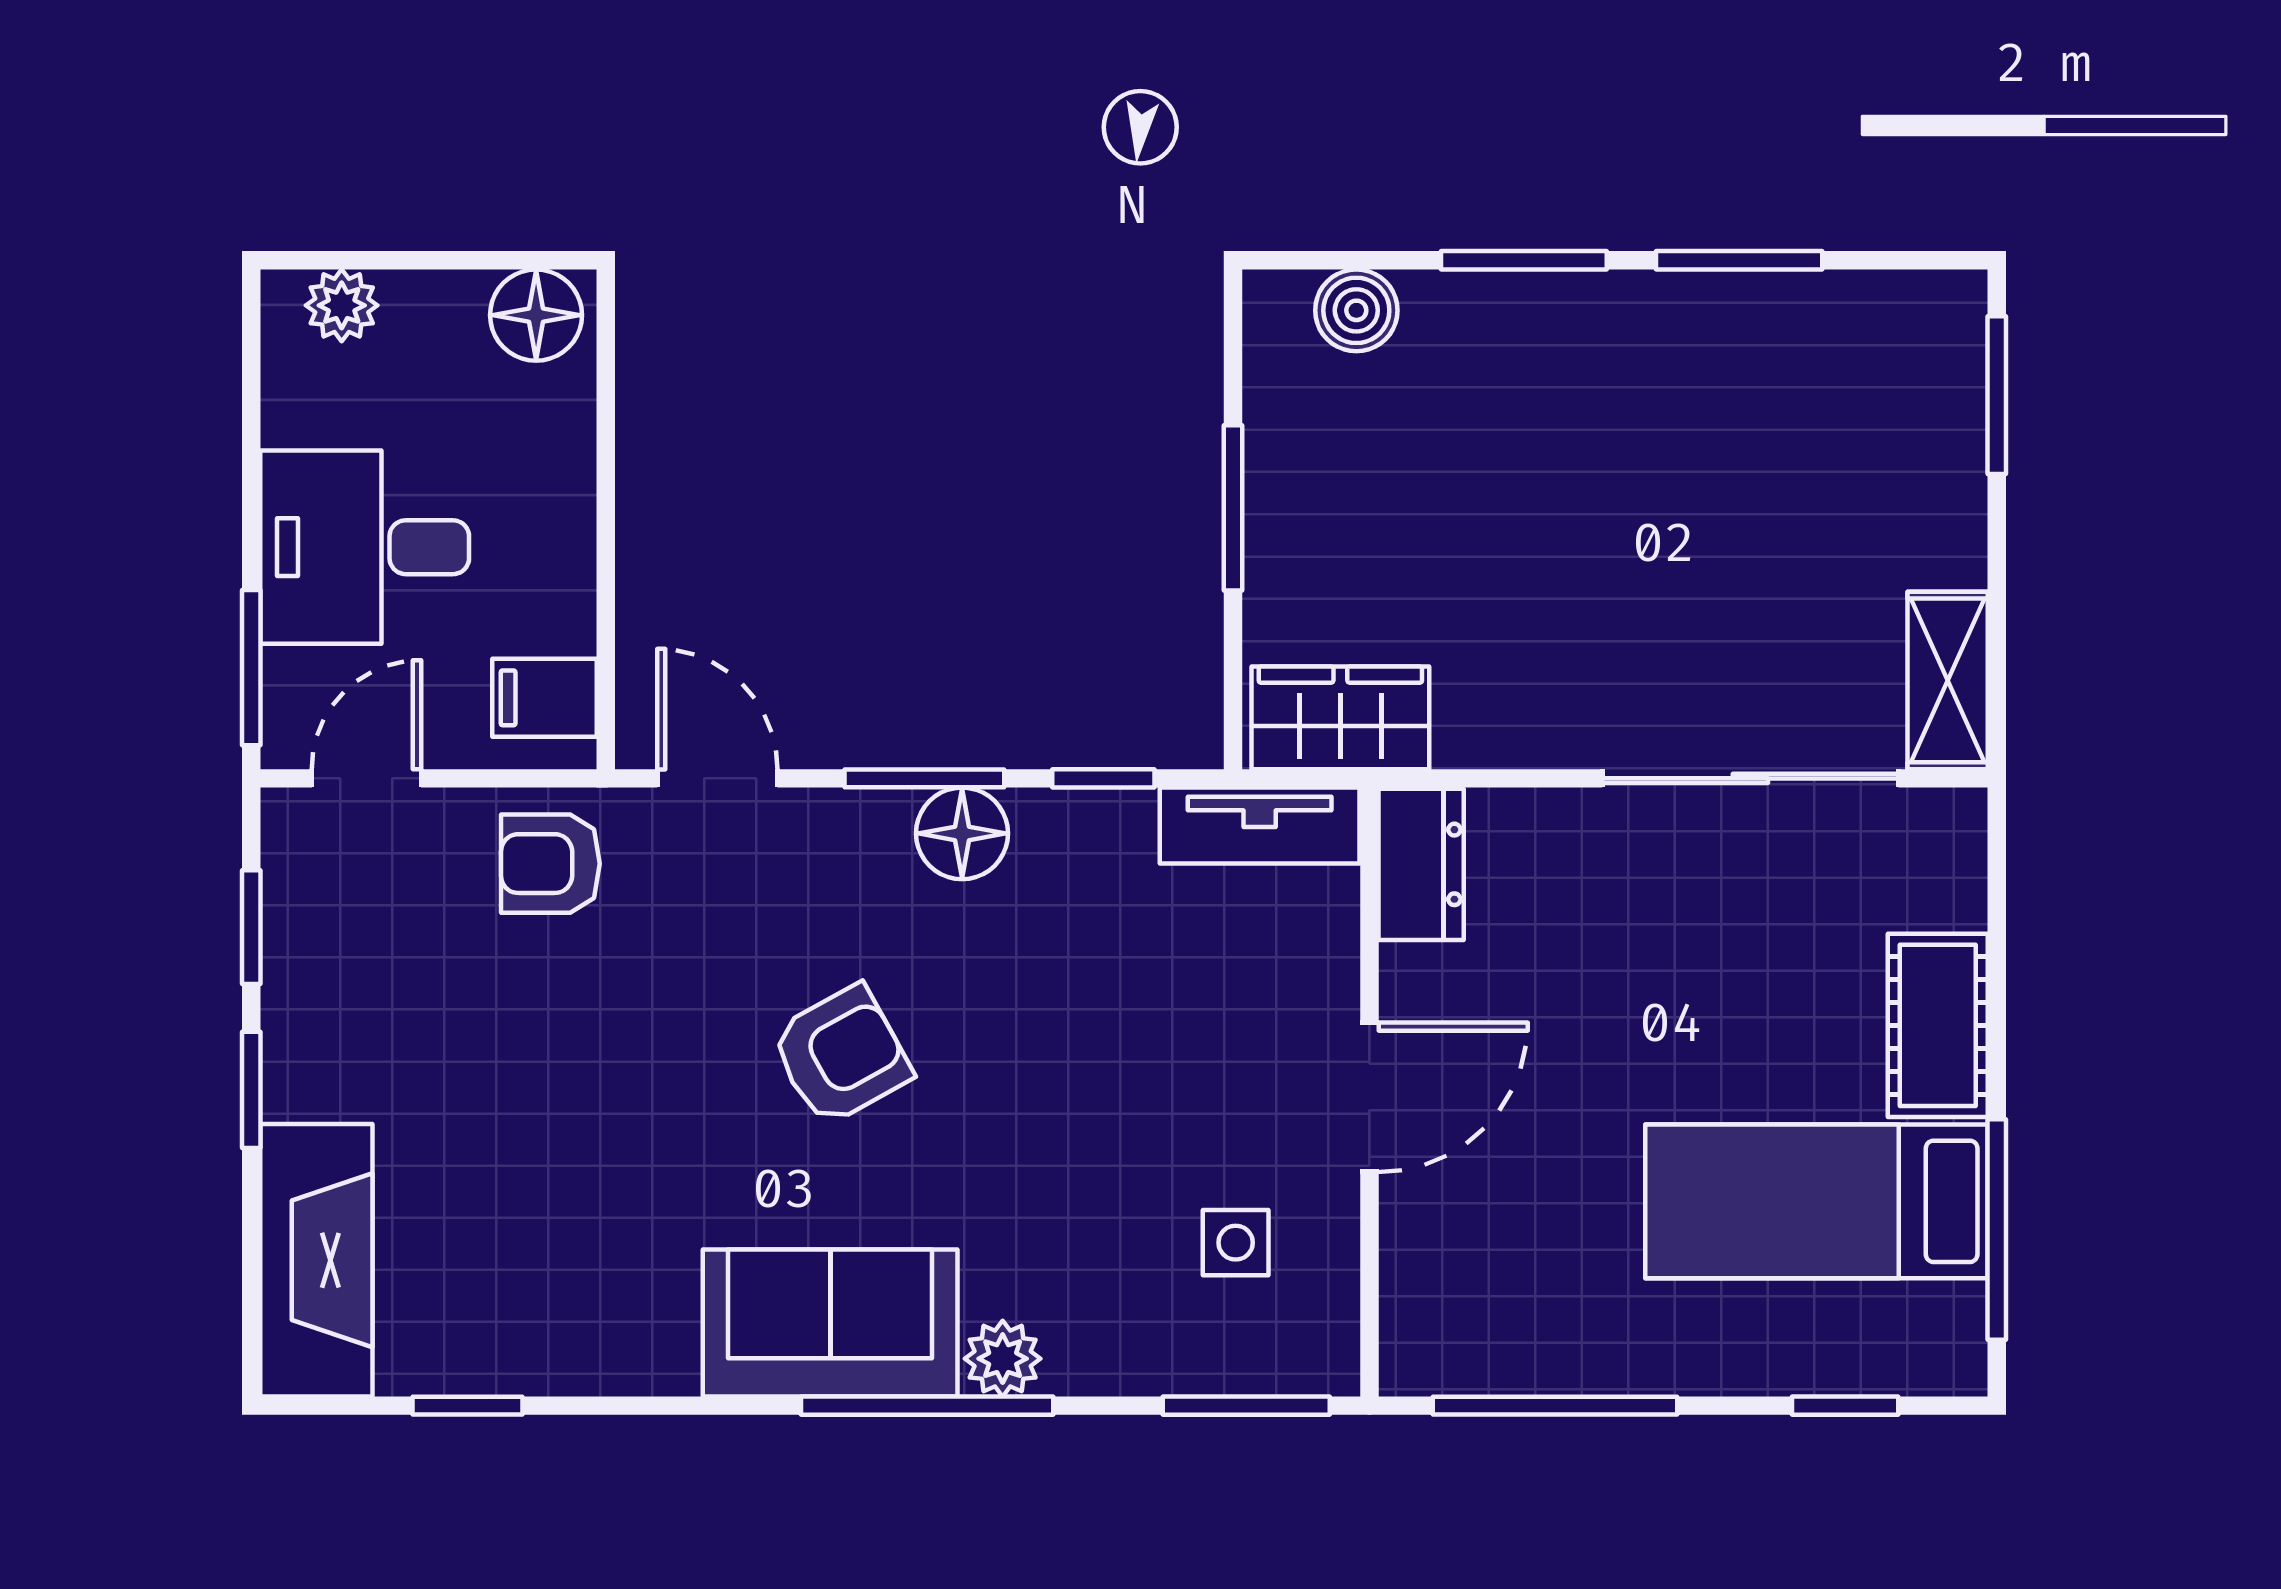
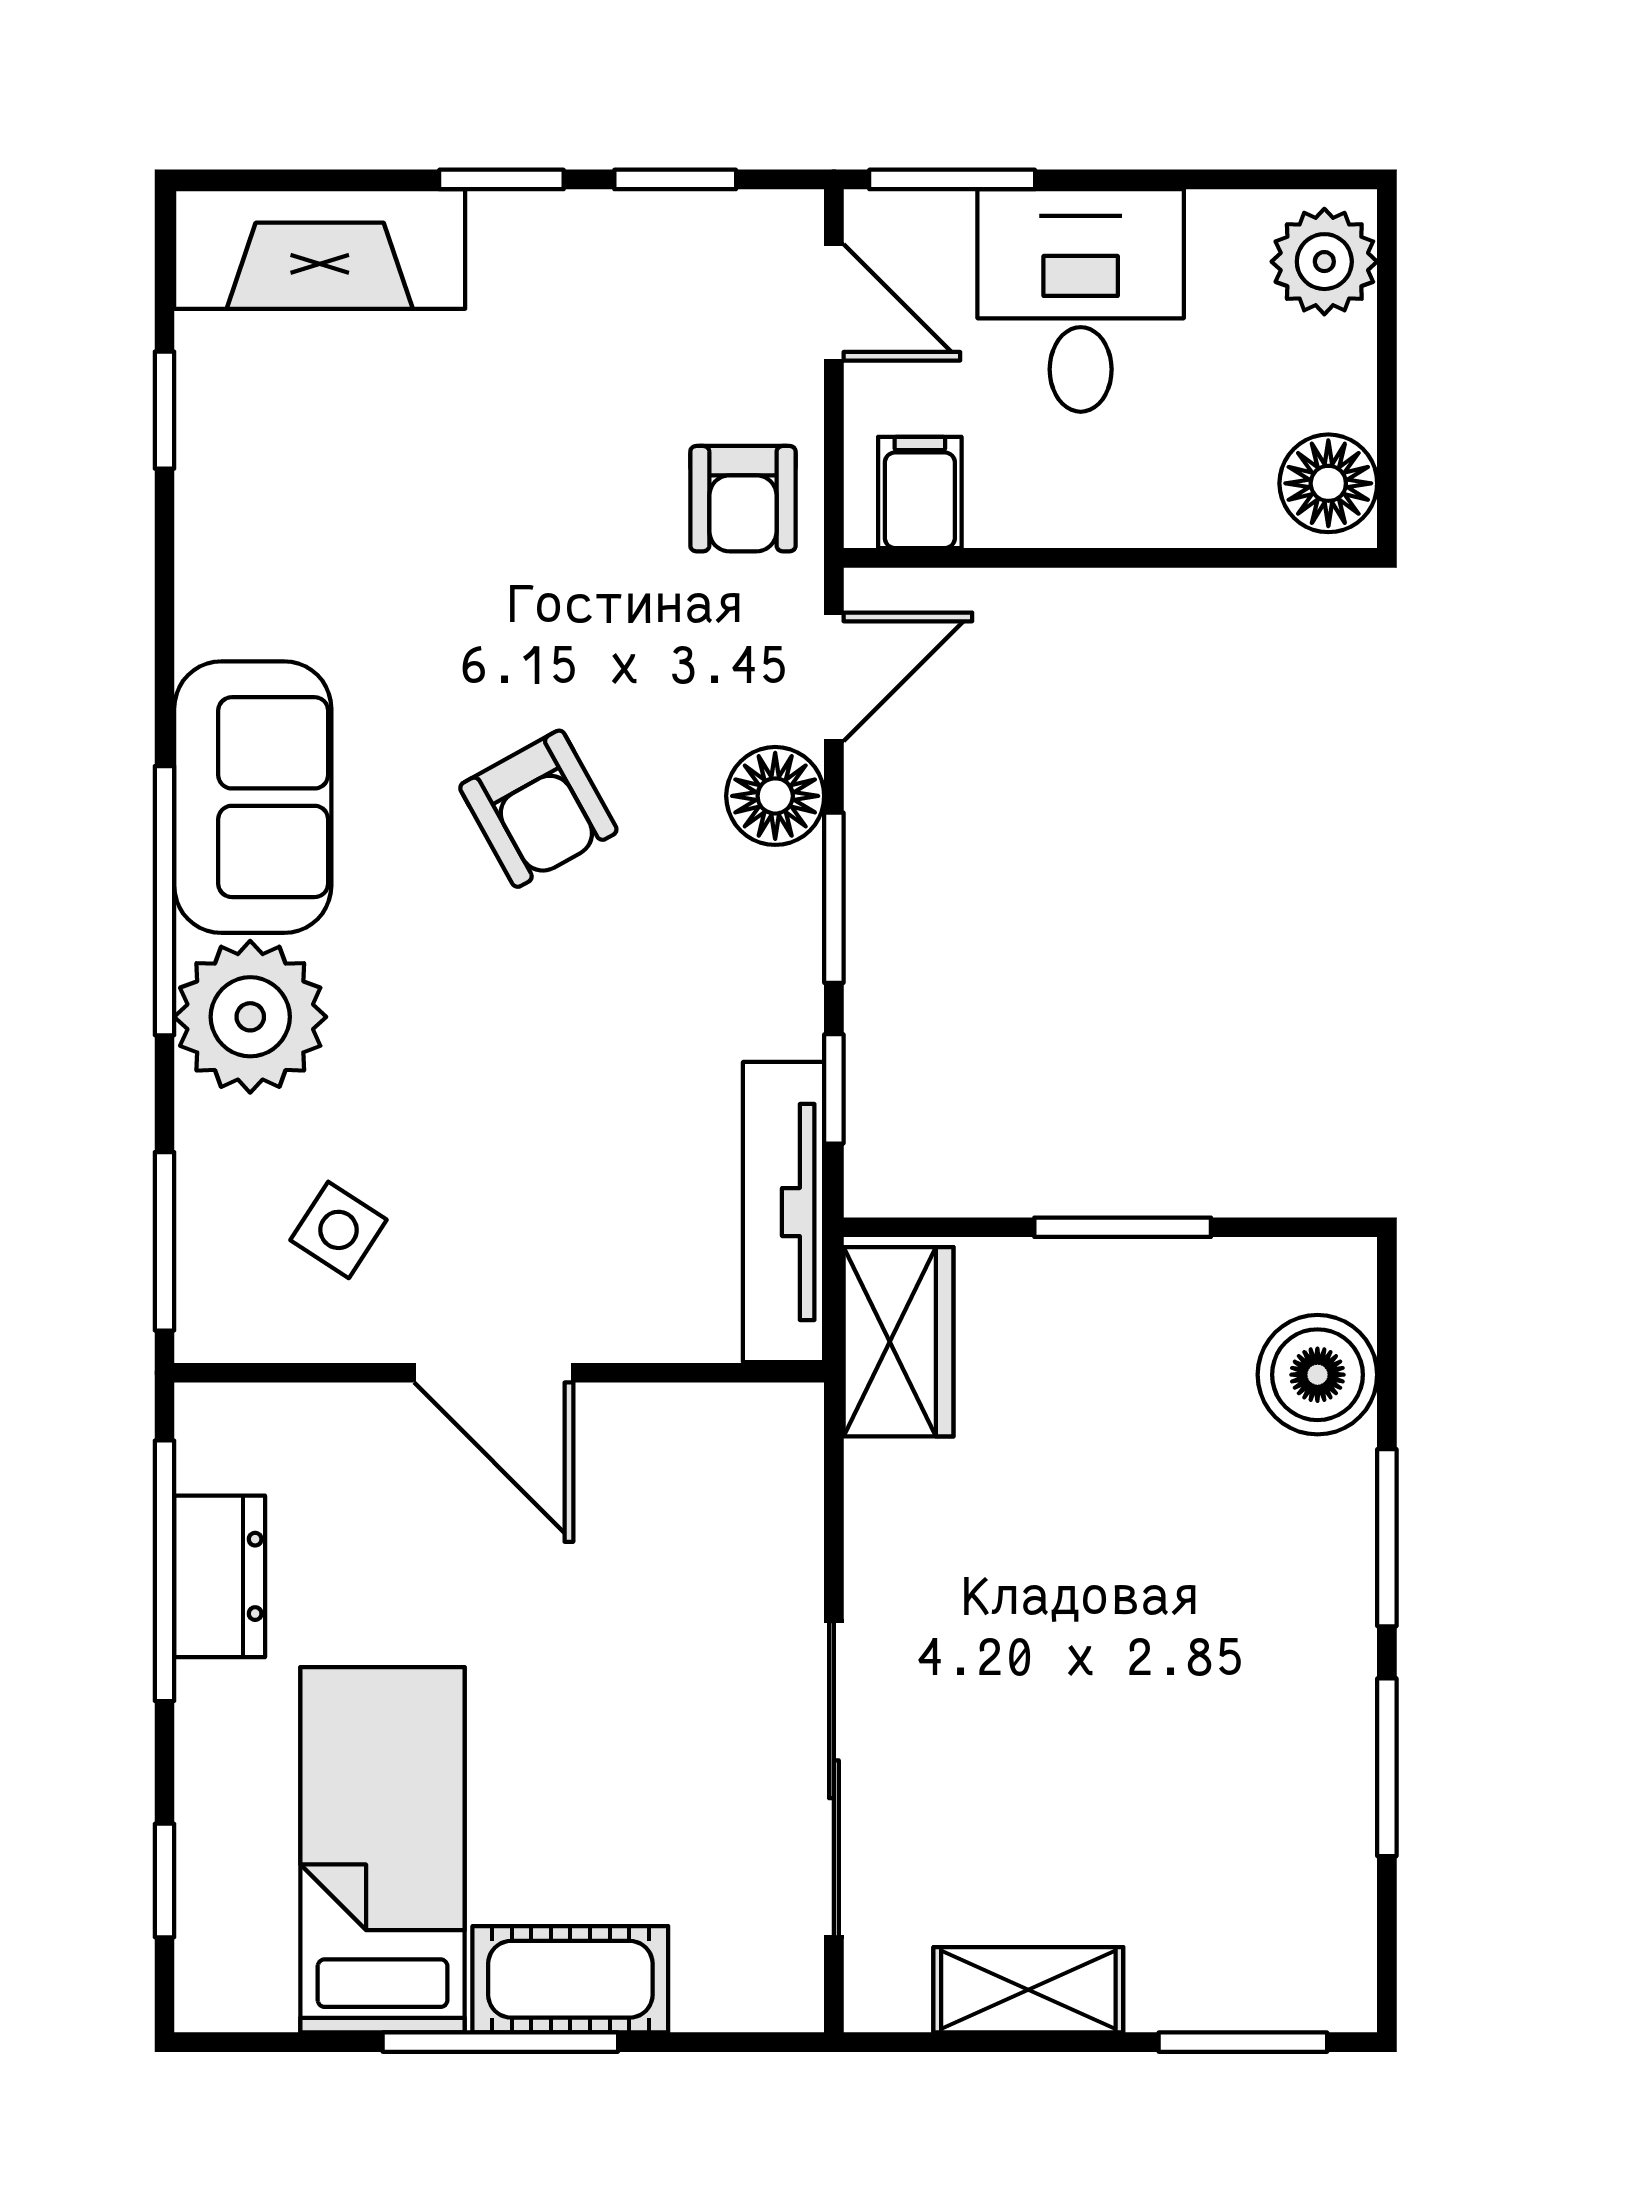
plant: (342, 305) -> (1324, 262), width x1.38, depth x1.38
boiler: (1356, 310) -> (1317, 1375), width x1.36, depth x1.36
shelving: (1948, 680) -> (1028, 1990), moved
tv unit: (1260, 826) -> (784, 1212), width x1.41
floor lamp: (962, 833) -> (775, 796), moved
armchair: (550, 864) -> (743, 499), turned 180
dresser: (1421, 864) -> (220, 1576), moved, turned -90
window: (1997, 1230) -> (500, 2042), moved
side table: (1236, 1243) -> (339, 1230), turned 33
plant: (1003, 1359) -> (250, 1017), width x1.88, depth x1.88

